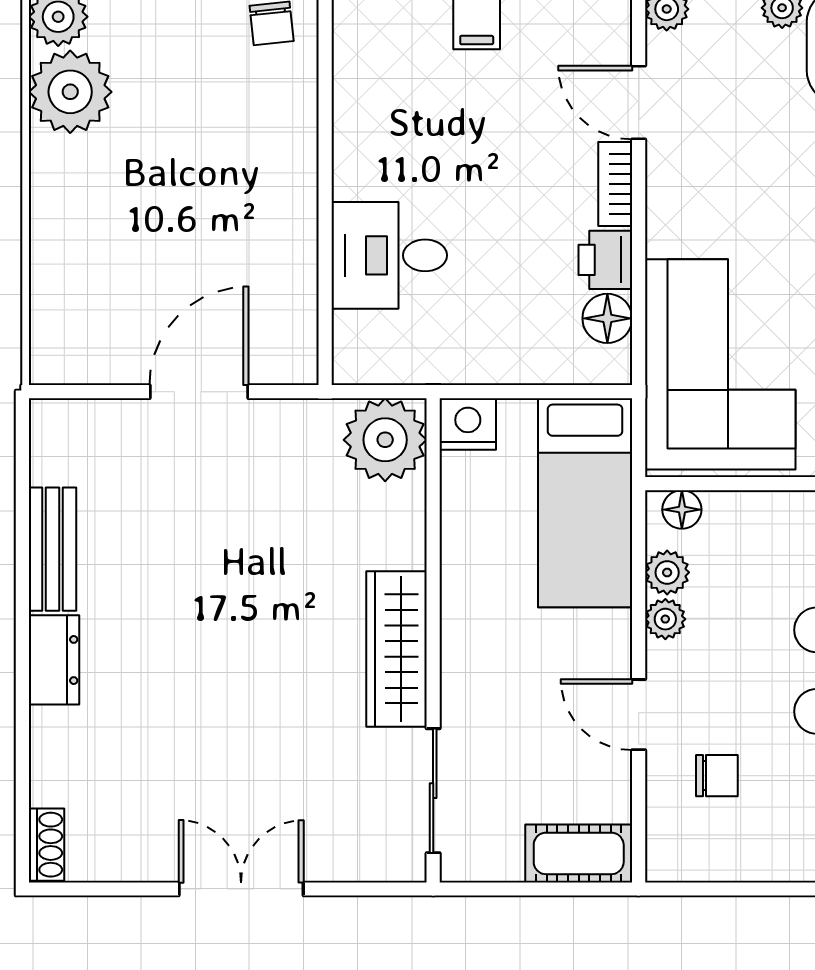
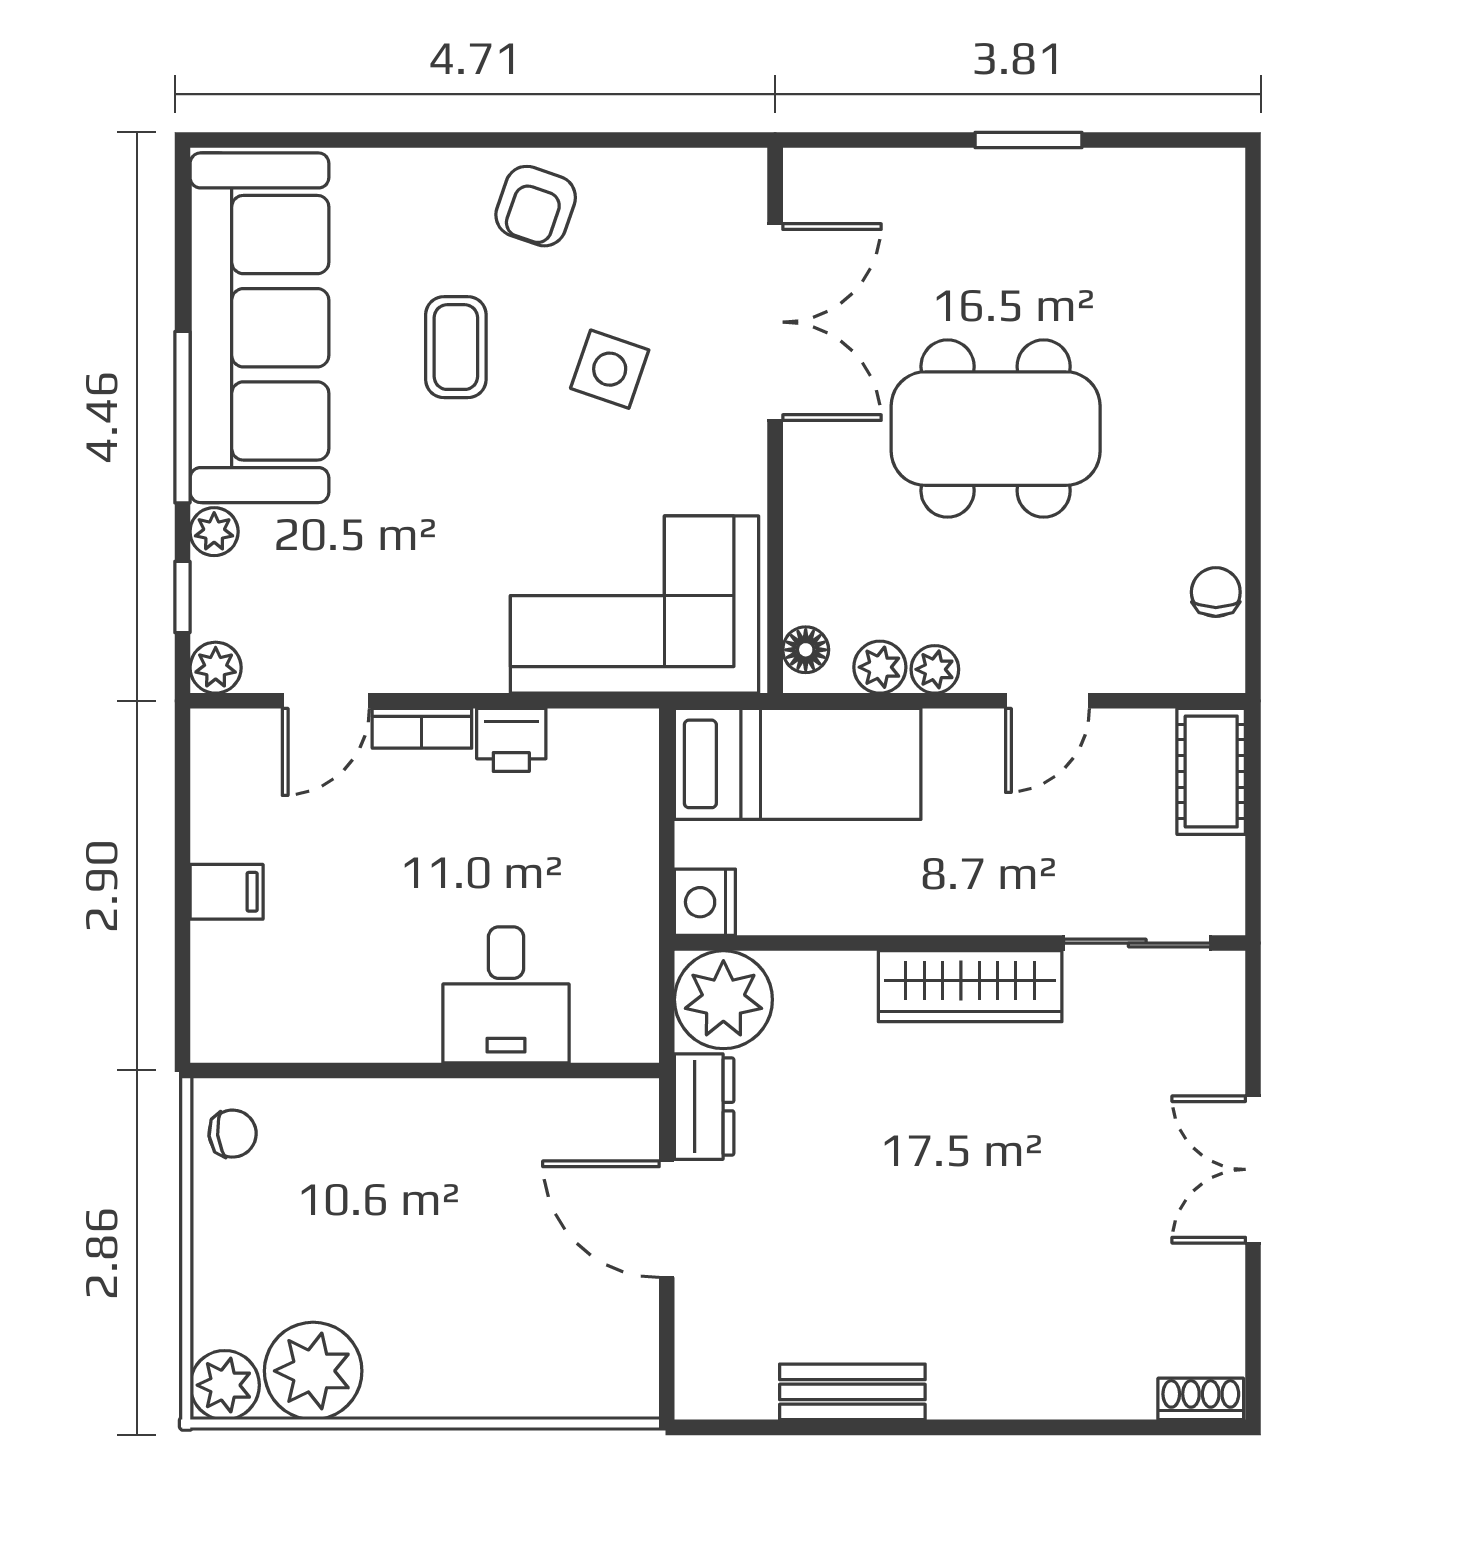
floor lamp: (607, 318) -> (580, 738), removed
dresser: (54, 660) -> (704, 1107), moved, turned 90
chair: (717, 776) -> (1216, 592), moved

